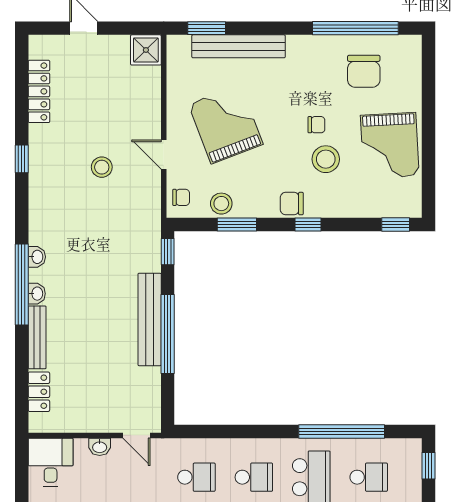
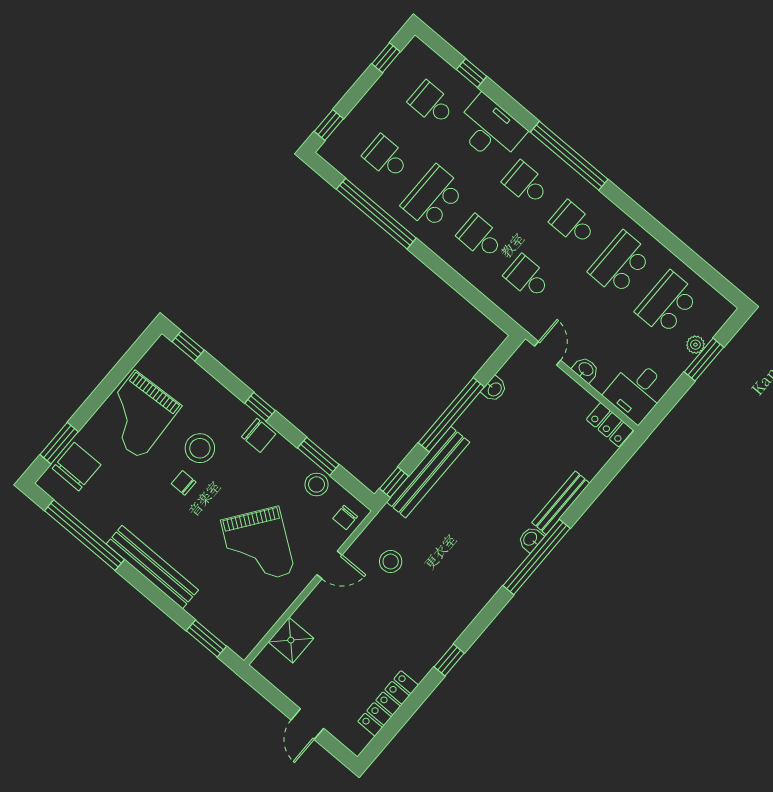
bench: (239, 46) -> (152, 567), moved
shower: (146, 50) -> (291, 640), moved
chair: (364, 71) -> (77, 467), moved
window: (429, 78) -> (59, 443), added
grand piano: (226, 124) -> (258, 546), turned -33
grand piano: (390, 145) -> (138, 415), turned 180
door: (164, 154) -> (330, 565), hinge flipped
stool: (102, 167) -> (391, 562), moved
chair: (181, 197) -> (345, 517), turned -90
washbasin: (37, 257) -> (494, 389), moved, turned 180
bench: (150, 319) -> (428, 472), moved
locker: (39, 392) -> (610, 425), moved, turned -90

